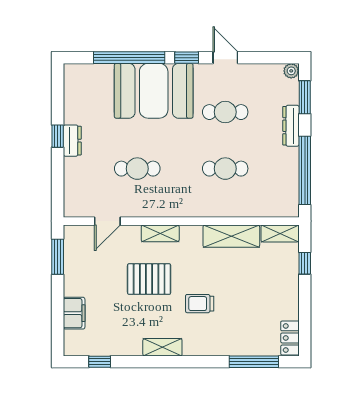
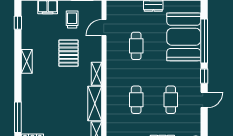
booth: (154, 91) -> (184, 37), moved
door: (107, 221) -> (104, 28), hinge flipped
shelving: (160, 233) -> (96, 74), moved
trolley: (200, 304) -> (72, 19), moved

